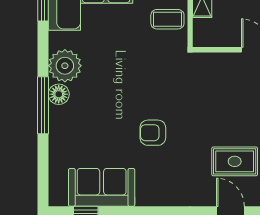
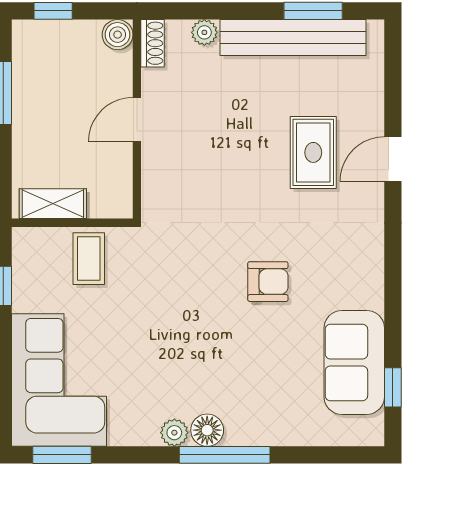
plant: (65, 66) -> (174, 433), width x0.53, depth x0.53
armchair: (153, 133) -> (268, 282), turned -90

